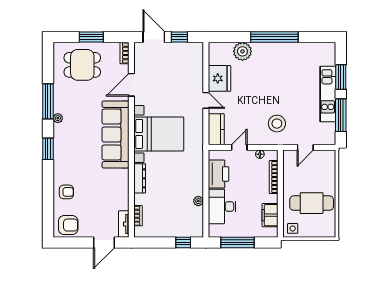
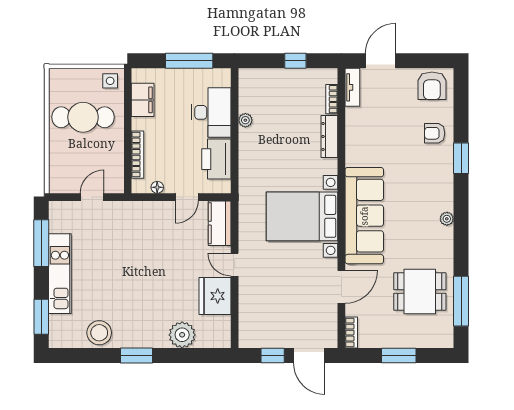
window: (274, 37) -> (136, 355), width x0.47
dining table: (82, 65) -> (420, 292), moved
window: (341, 77) -> (41, 317), moved
window: (48, 101) -> (461, 301), moved
plant: (58, 118) -> (447, 219), moved
stool: (277, 124) -> (99, 333), moved
window: (48, 149) -> (461, 158), moved
dresser: (140, 178) -> (329, 137), moved
armchair: (68, 225) -> (432, 86), turned -90
window: (183, 242) -> (295, 61), moved

